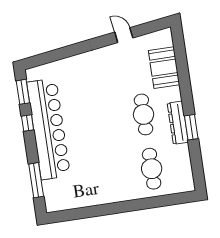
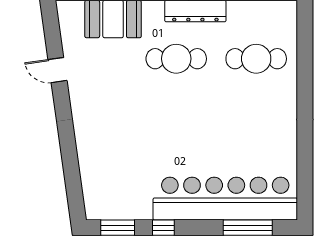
door: (124, 35) -> (57, 70), hinge flipped
bar counter: (49, 129) -> (225, 199), moved

